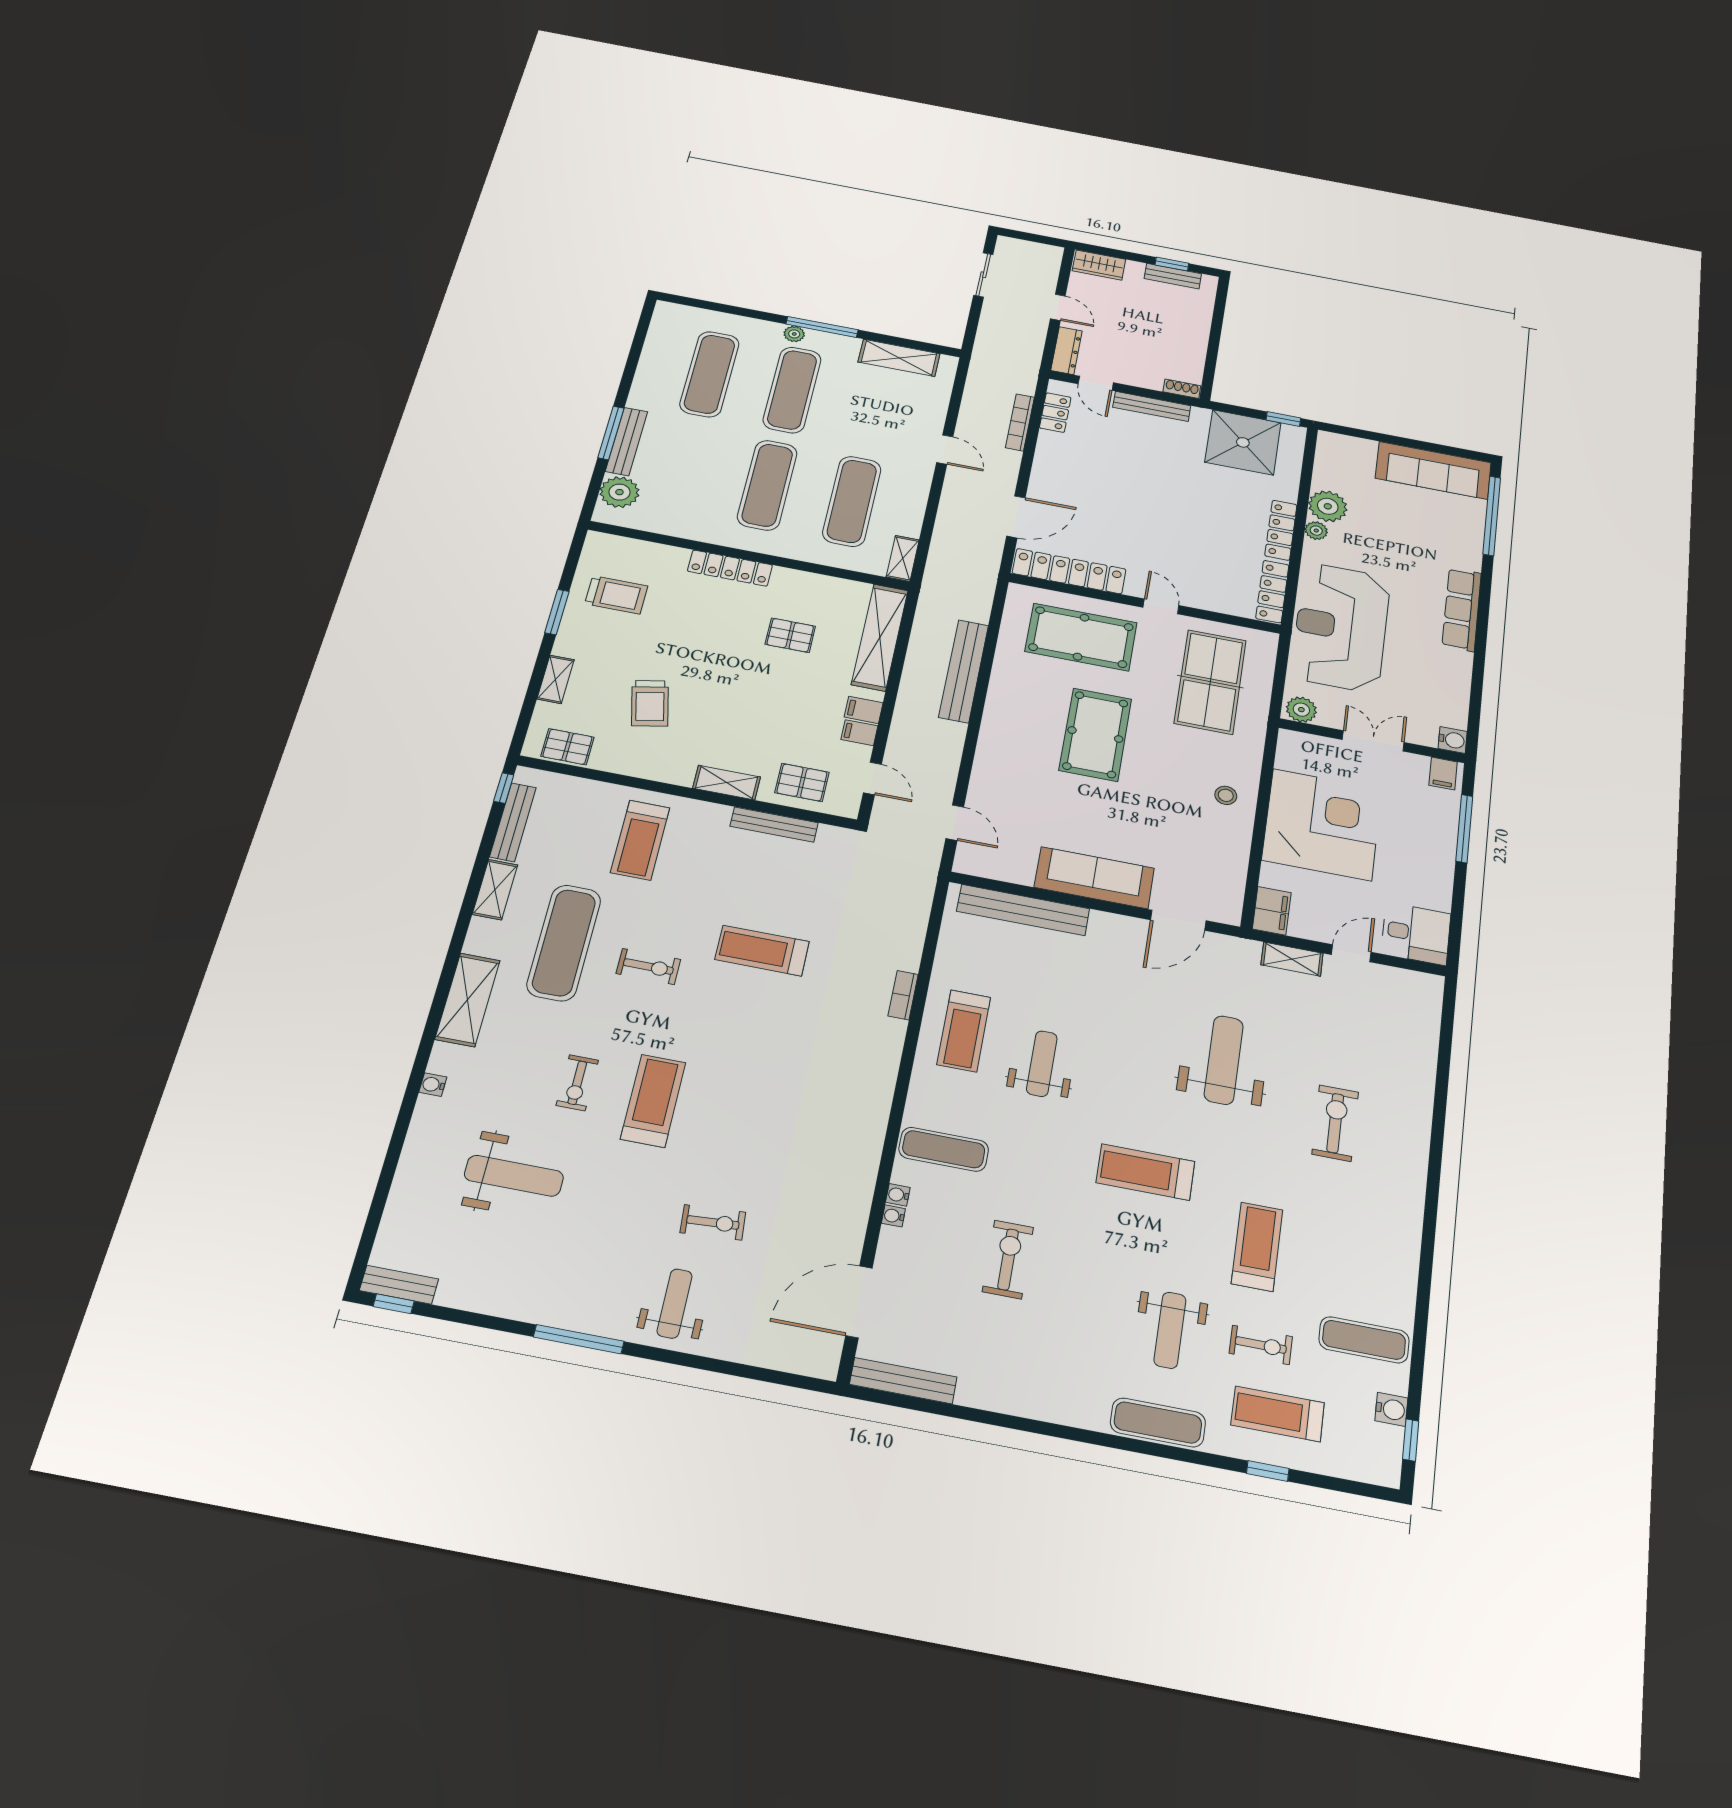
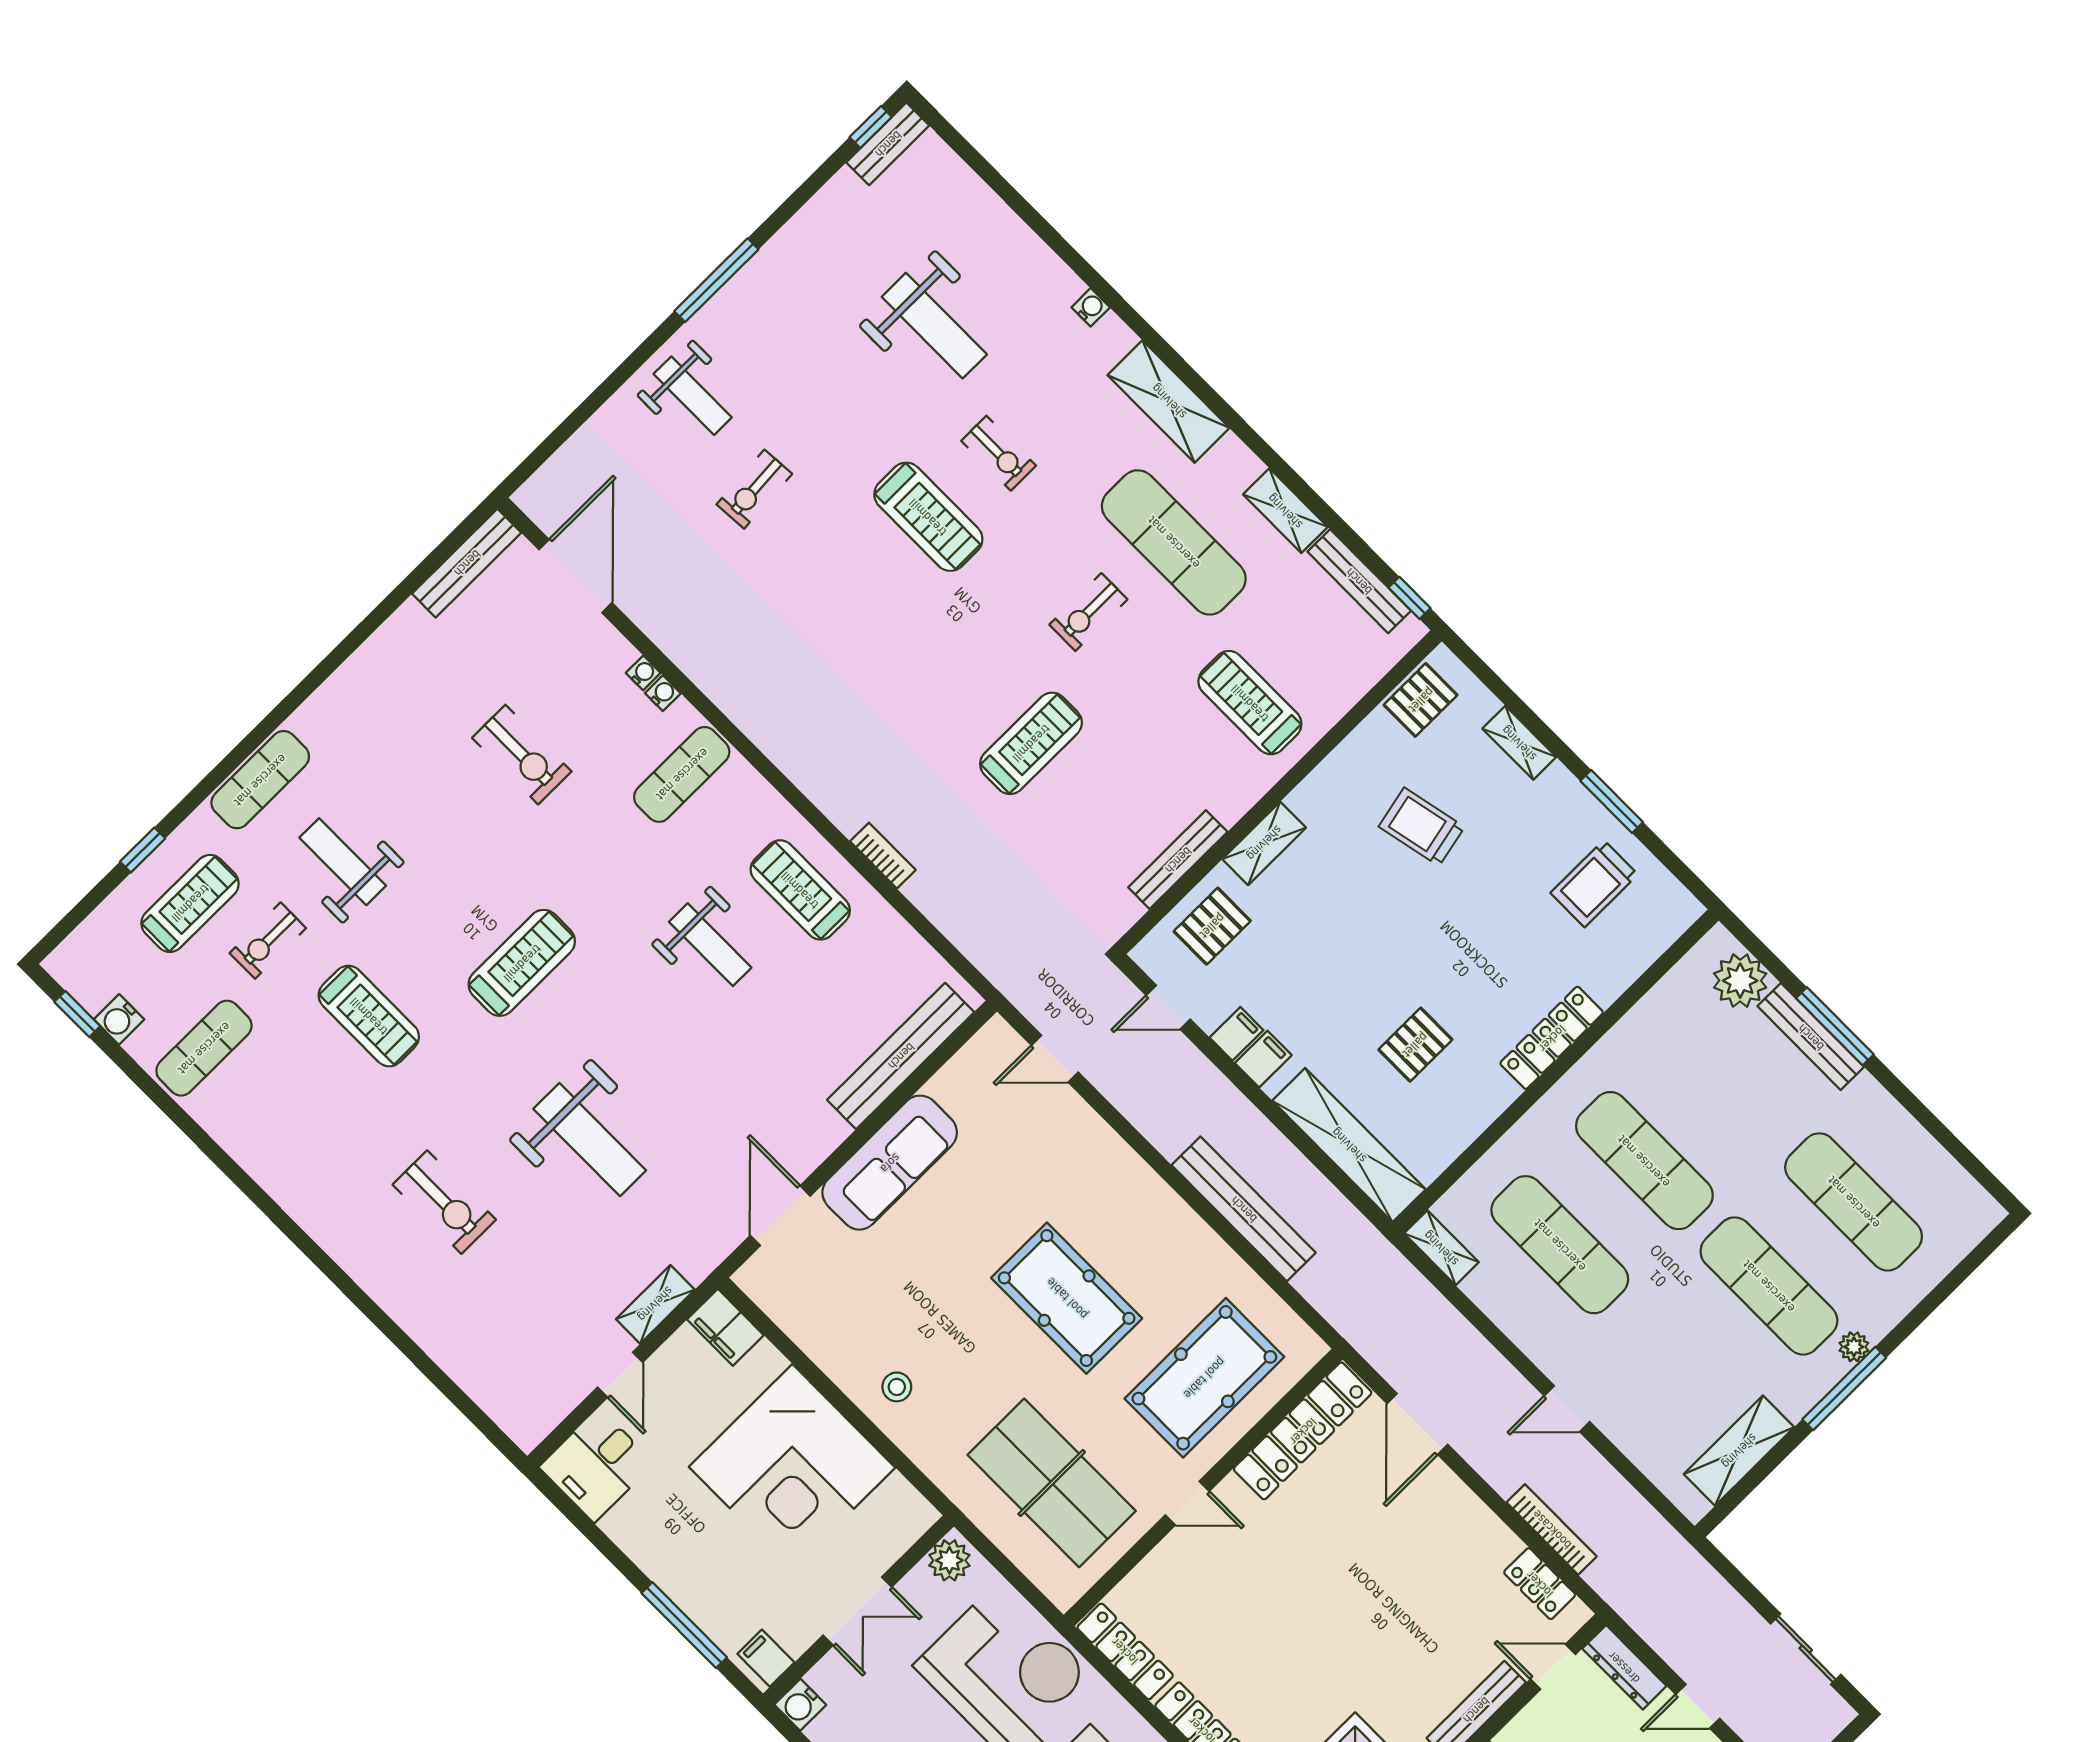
exercise bike: (577, 1083) -> (999, 453), turned 180
weight bench: (514, 1176) -> (934, 326), turned -90

